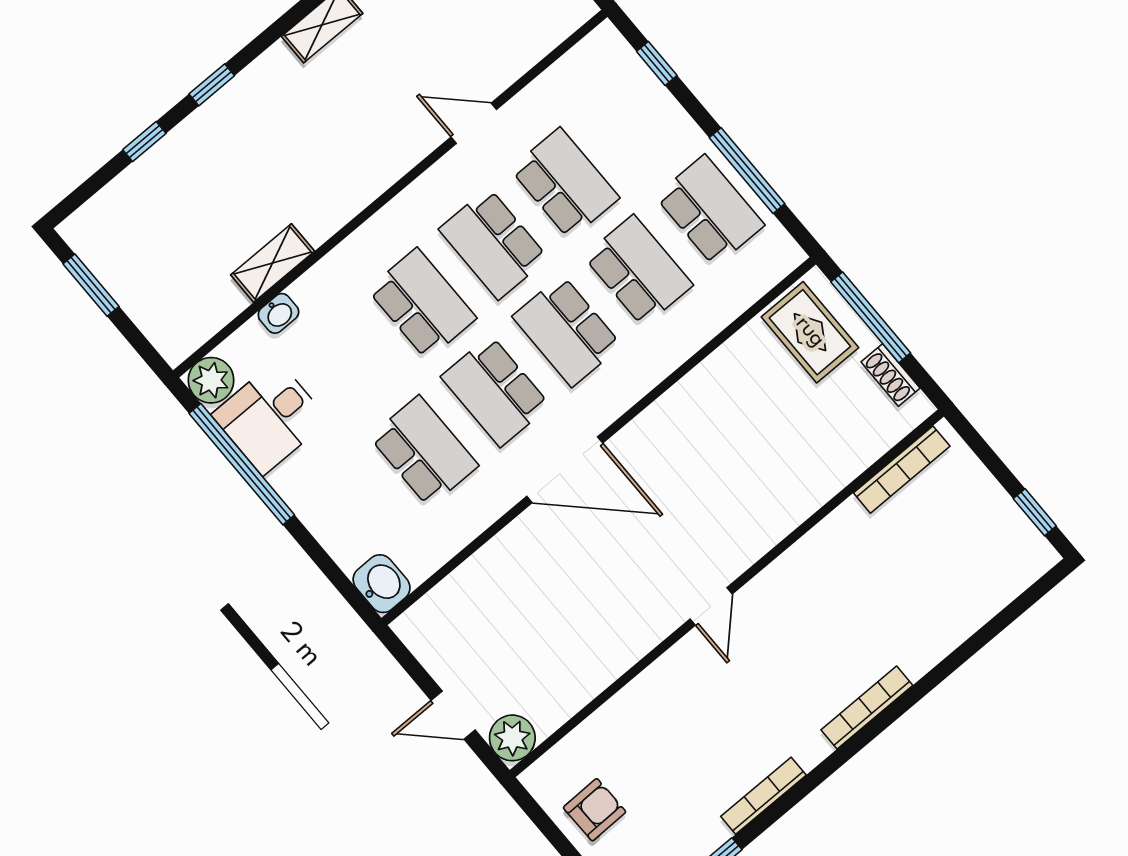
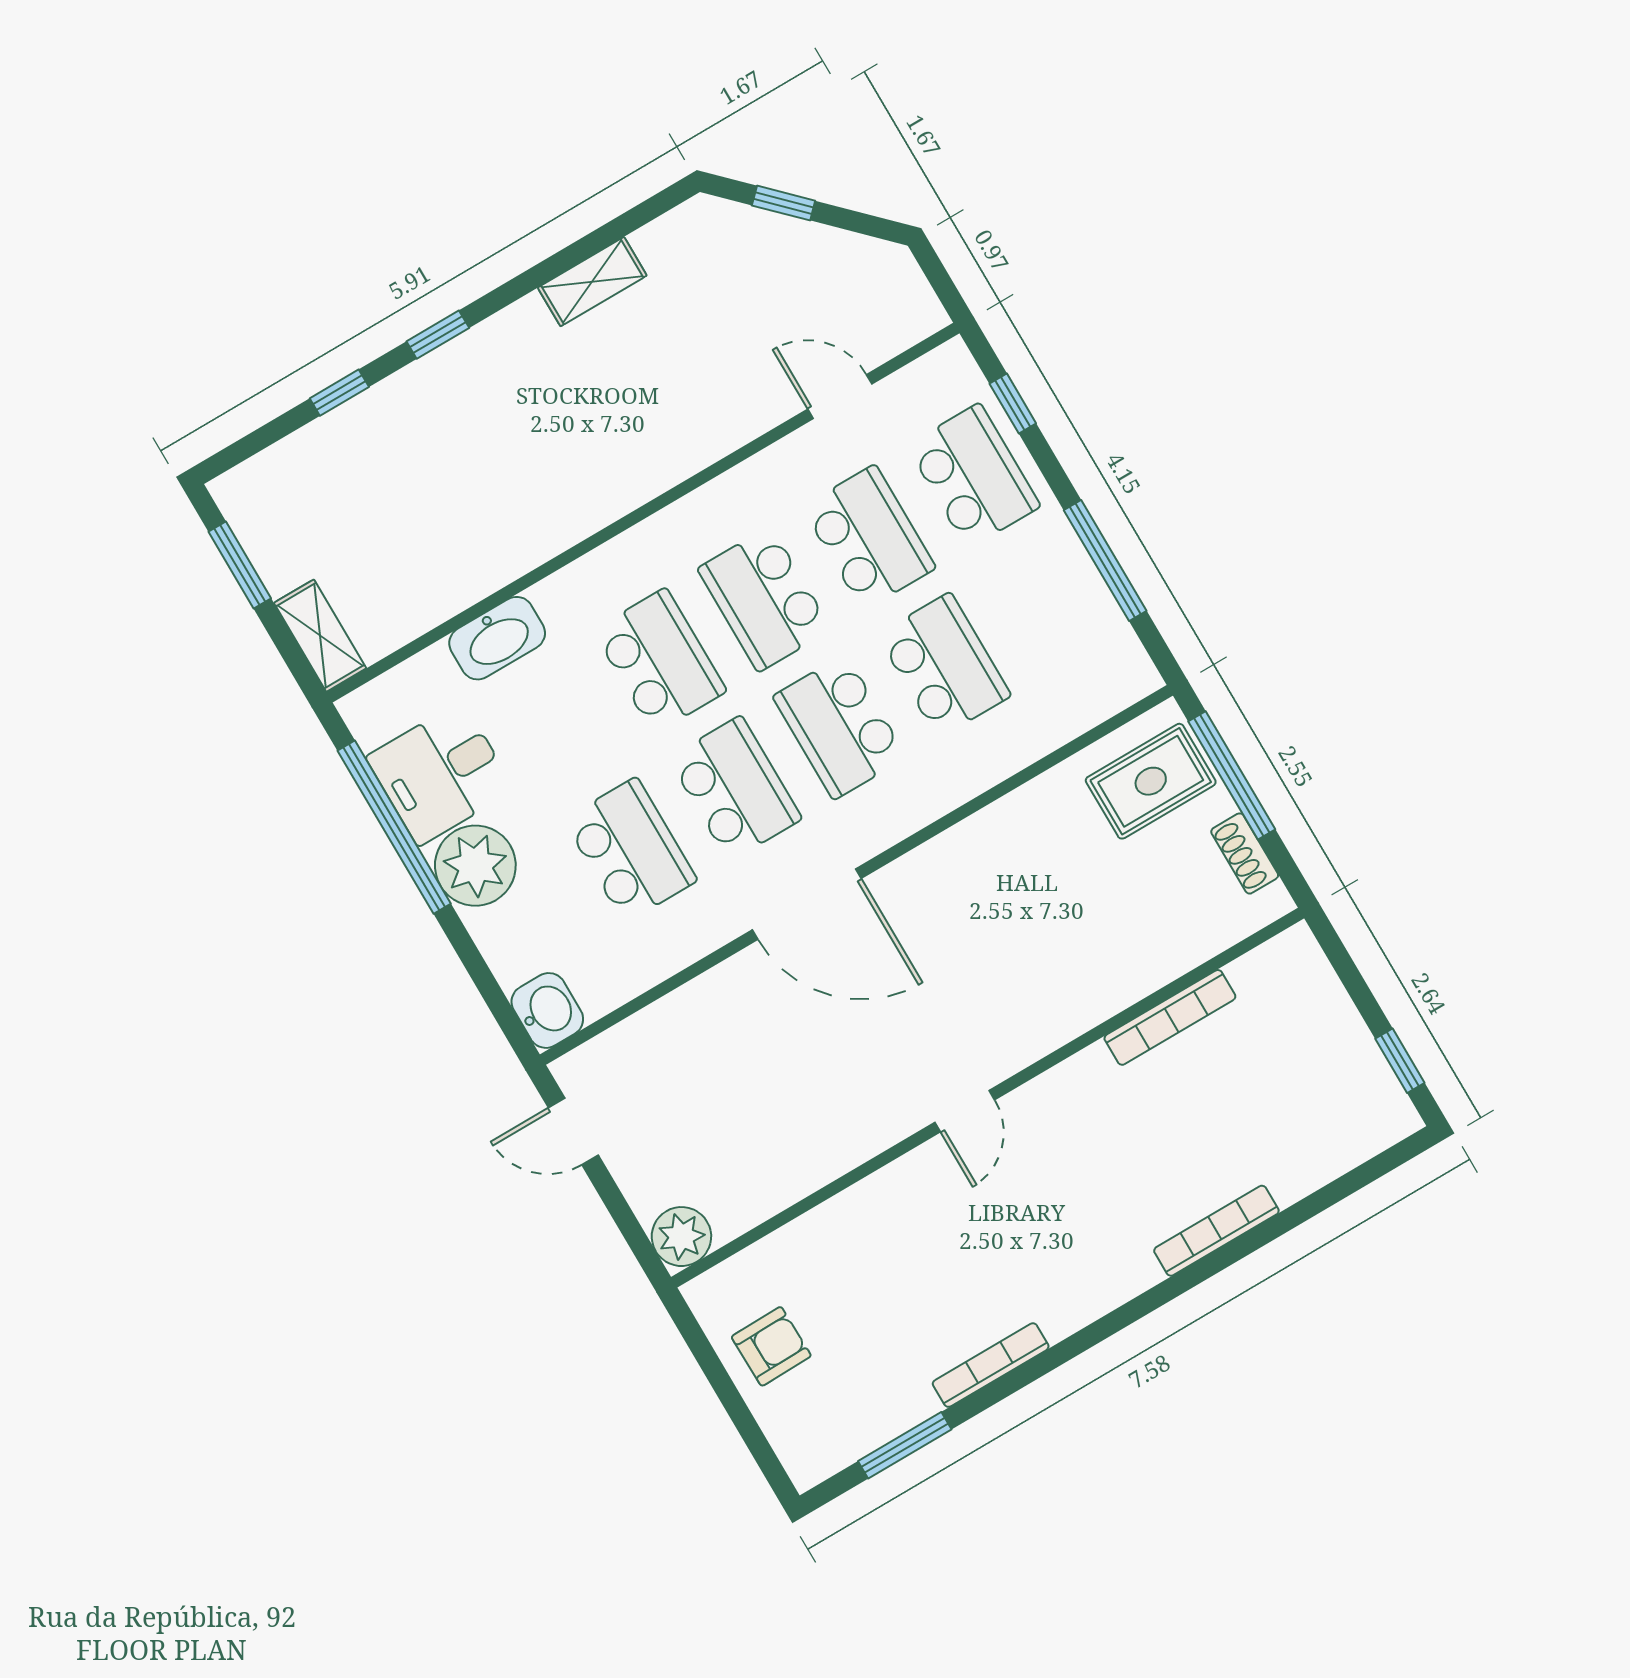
door: (474, 123) -> (840, 397), moved
school desk: (710, 211) -> (973, 476), moved
shelving: (273, 263) -> (320, 636), moved, turned 90
washbasin: (278, 313) -> (497, 638), width x1.91, depth x1.45
rug: (810, 332) -> (1151, 781), turned 90
plant: (211, 380) -> (475, 866), moved, width x1.36, depth x1.36
school desk: (495, 391) -> (735, 788), turned 180
bookcase: (902, 470) -> (1170, 1017), moved
bookcase: (867, 708) -> (1216, 1231), moved
door: (453, 715) -> (573, 1131), moved

